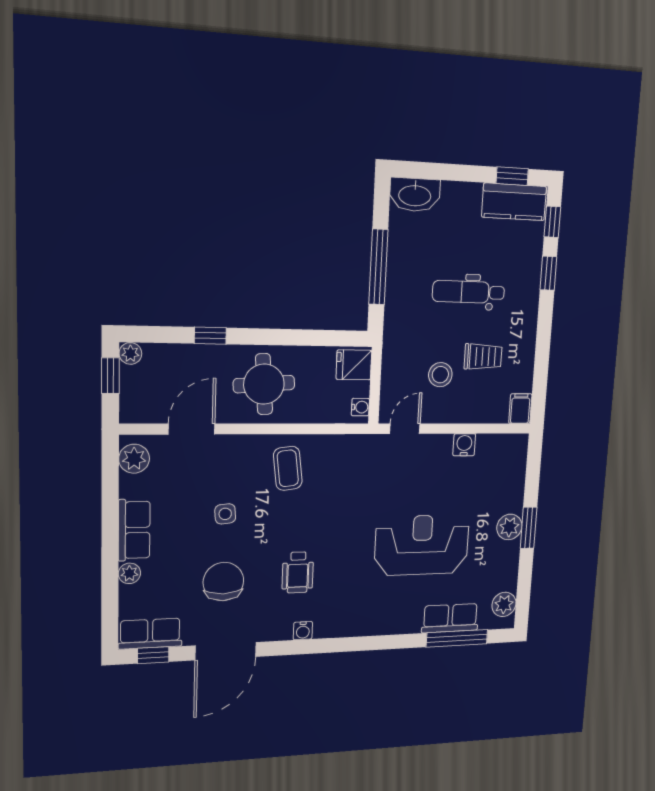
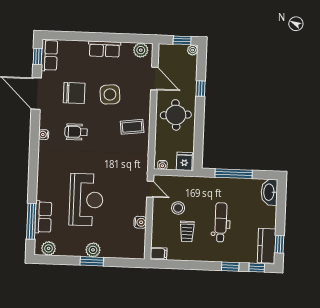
side table: (225, 514) -> (110, 94), width x1.87, depth x1.87
plant: (129, 573) -> (82, 46), removed

